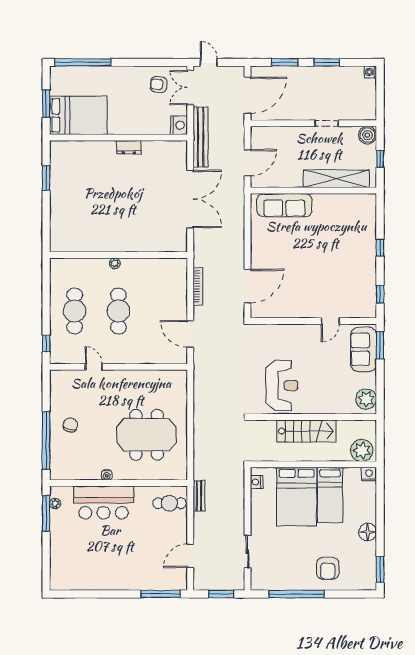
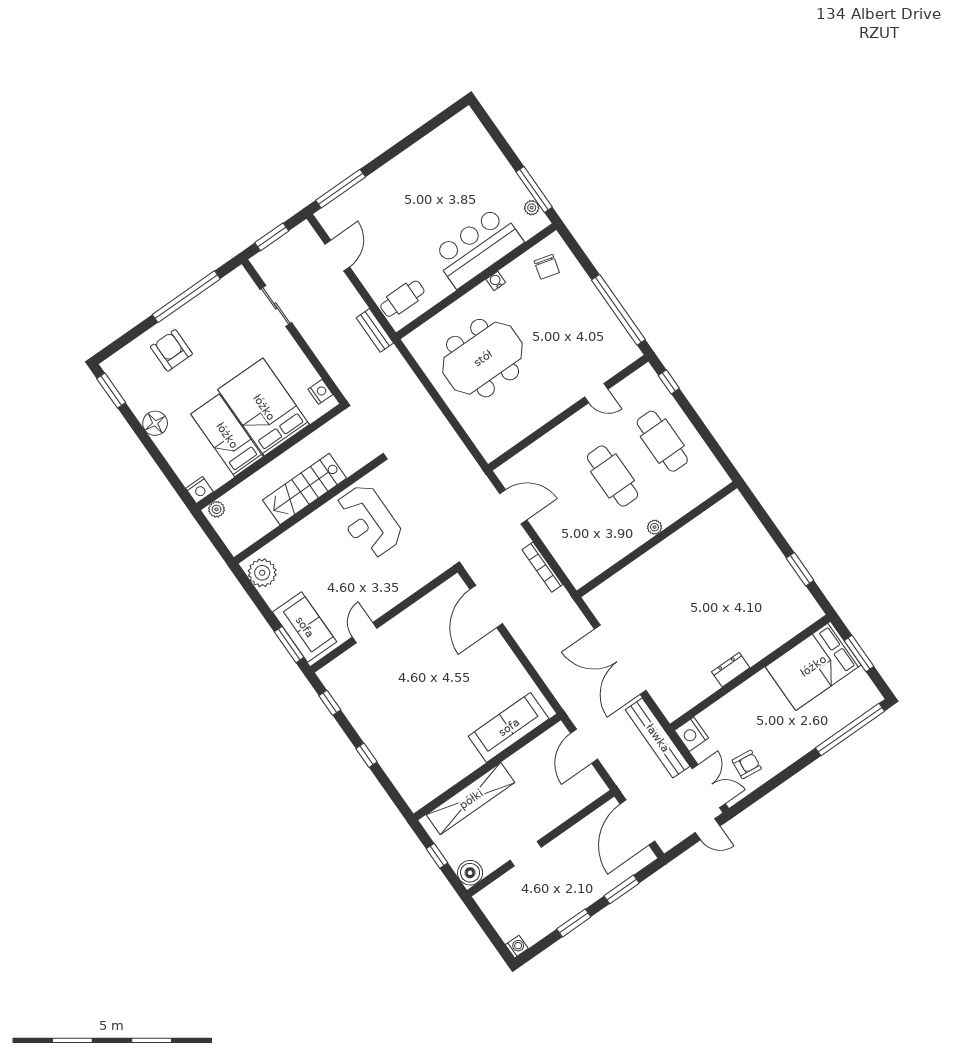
chair: (70, 425) -> (547, 267), moved
window: (46, 440) -> (618, 310), moved
plant: (362, 450) -> (216, 509), width x0.53, depth x0.53

